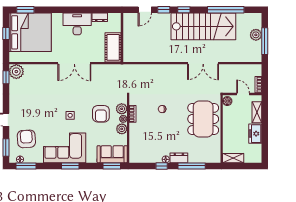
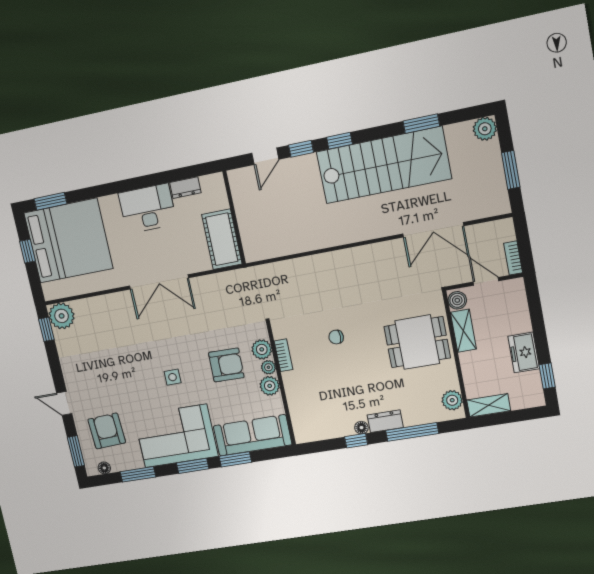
window: (226, 10) -> (421, 124), width x0.47
plant: (256, 35) -> (485, 129), moved
window: (265, 41) -> (511, 170), width x0.69
double door: (203, 63) -> (433, 230), moved
shelving: (257, 112) -> (463, 331), moved
armchair: (101, 114) -> (226, 365), turned -89
dining table: (203, 119) -> (417, 342), width x0.73
window: (265, 148) -> (547, 376), added
plant: (215, 152) -> (452, 400), added
sofa: (112, 154) -> (252, 435), width x1.36
window: (26, 166) -> (138, 474), moved
window: (112, 166) -> (235, 459), moved

